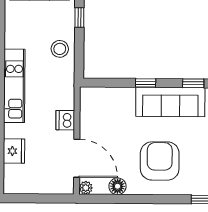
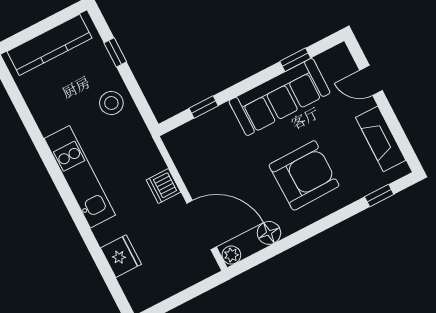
window: (146, 83) -> (204, 107), moved
armchair: (160, 161) -> (304, 175), turned 89

